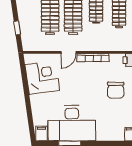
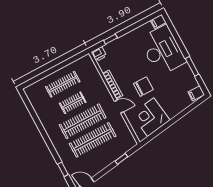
chair: (116, 90) -> (143, 87), moved
desk: (72, 123) -> (163, 50), moved

